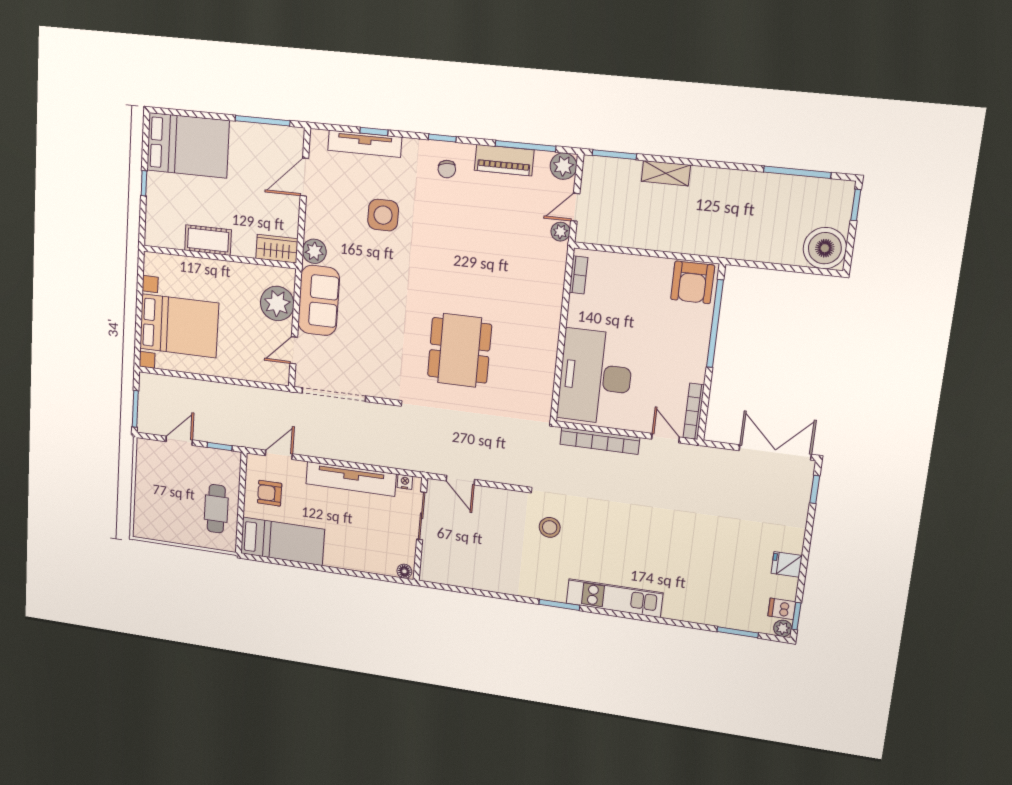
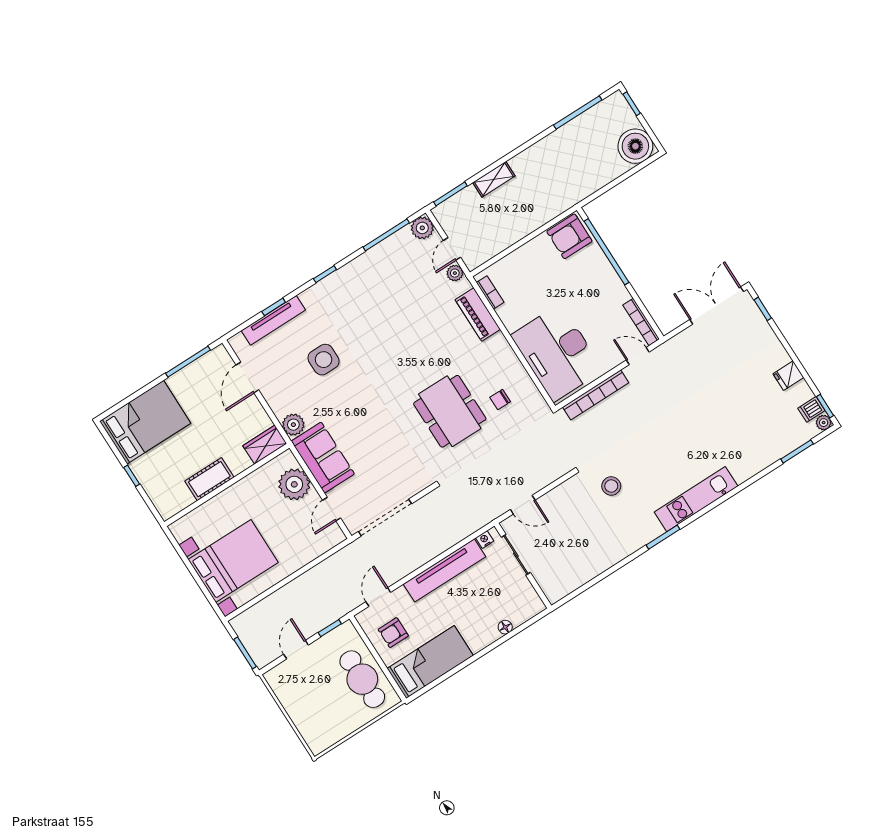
piano: (504, 160) -> (478, 314), moved, turned 90
chair: (447, 169) -> (500, 400), moved, turned 97
armchair: (693, 282) -> (569, 236), turned 90
cafe table: (216, 509) -> (362, 679), width x1.37, depth x1.35
floor lamp: (404, 571) -> (505, 627), moved

